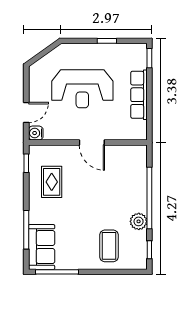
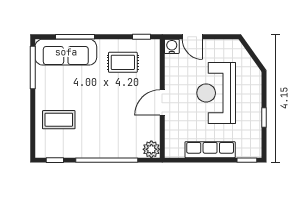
plant: (139, 221) -> (151, 149), moved
sofa: (42, 247) -> (66, 52), width x1.36

